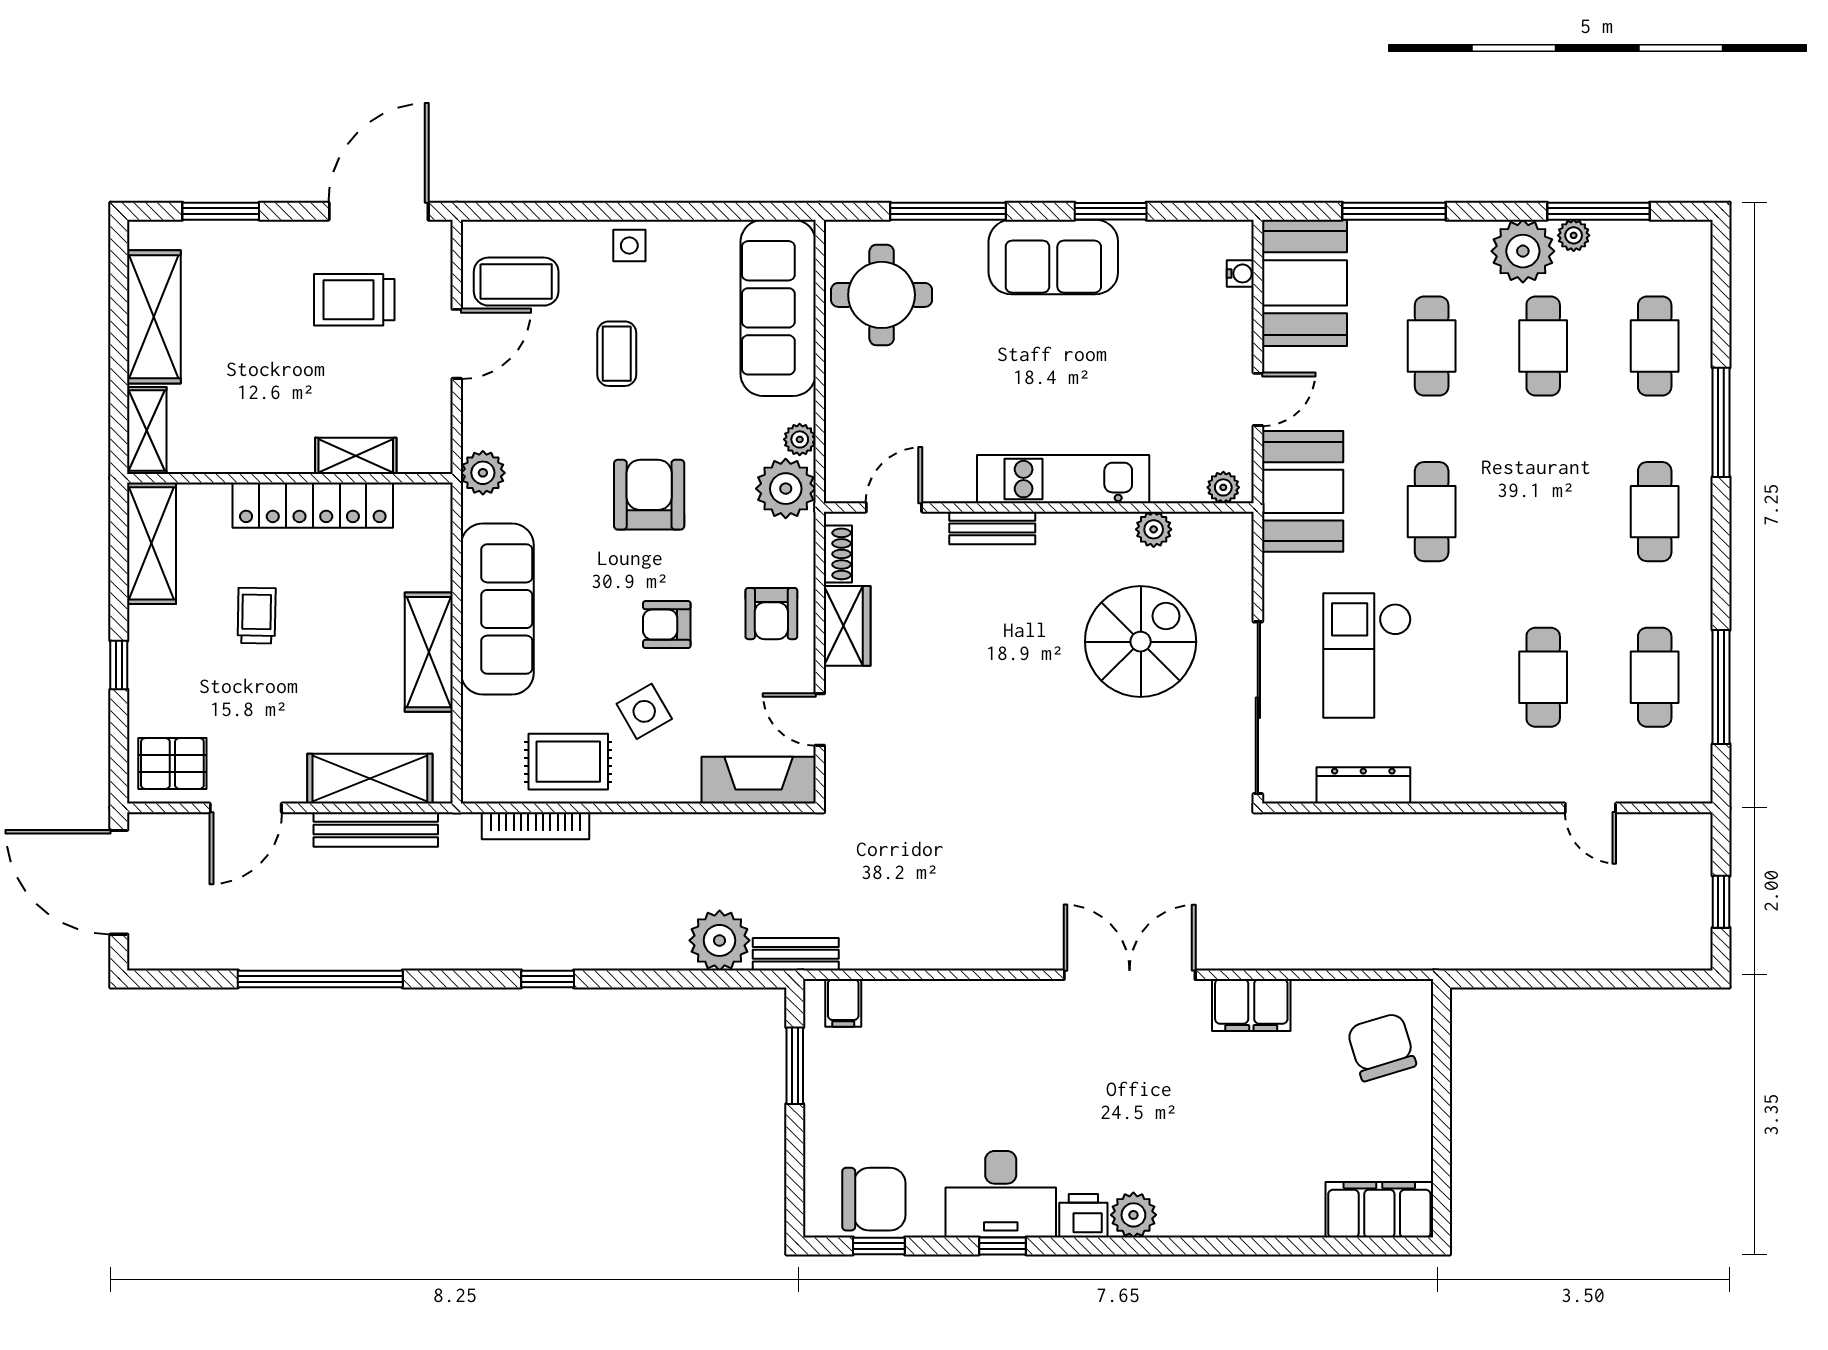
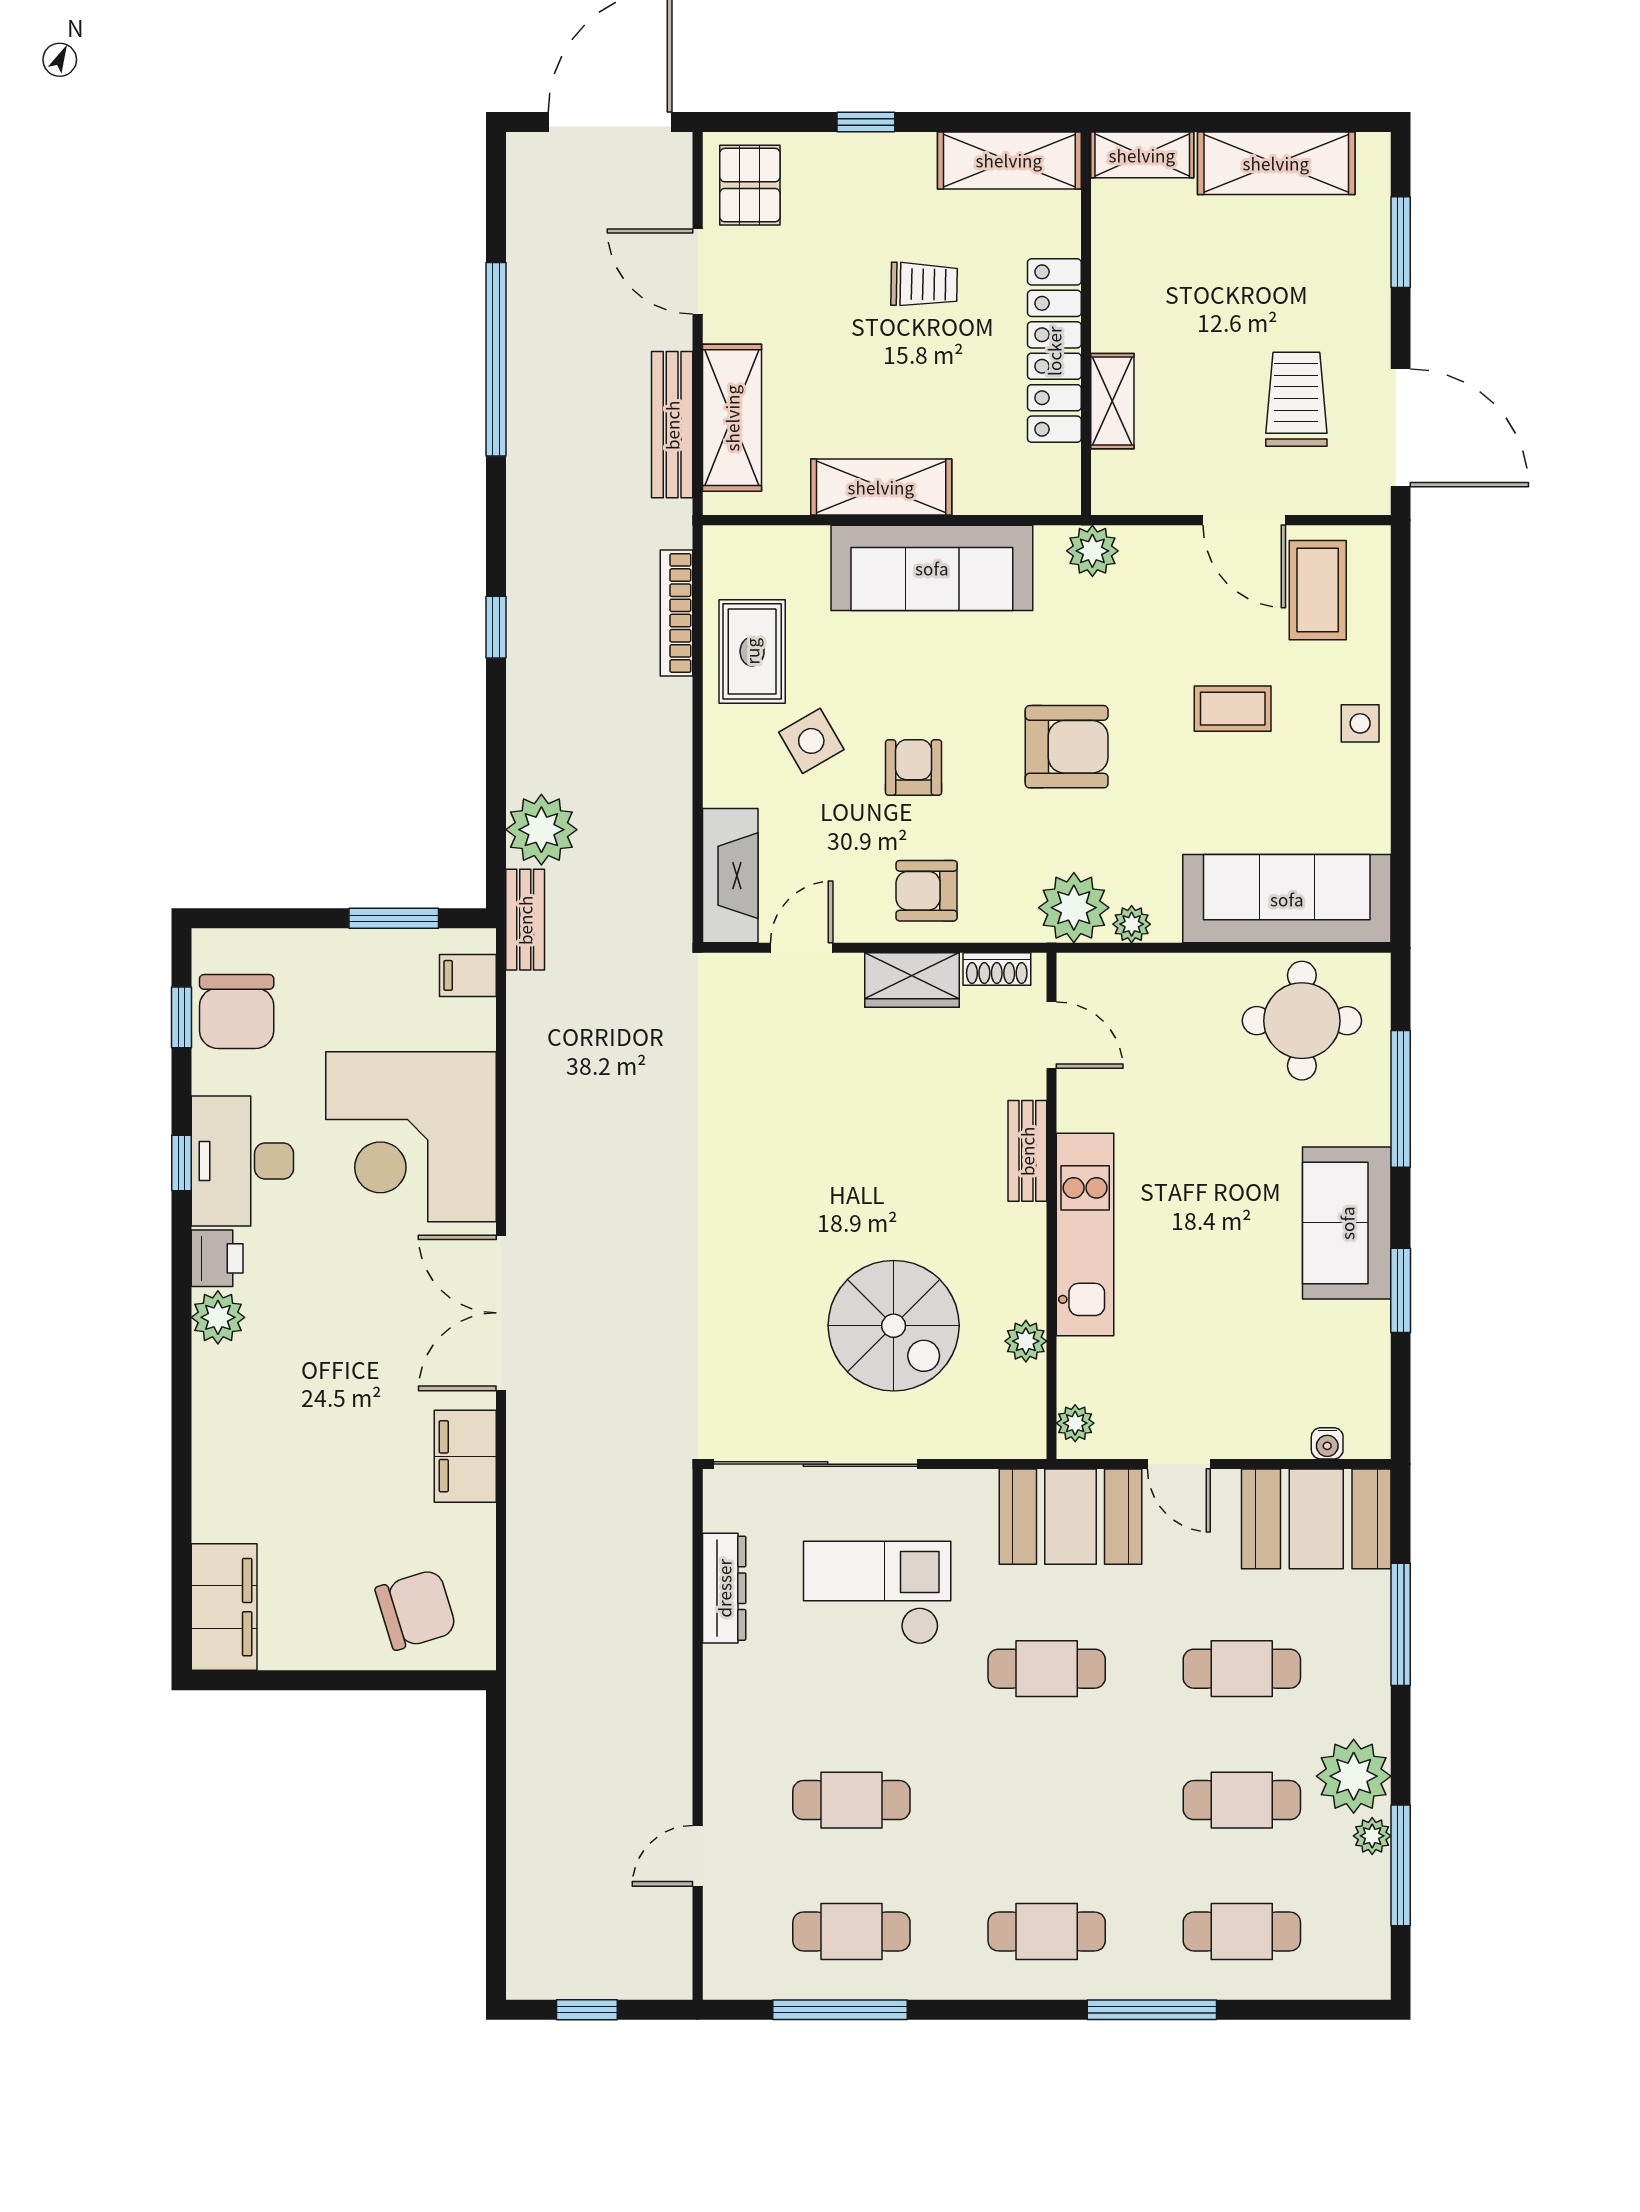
double door: (1130, 975) -> (501, 1313), swing flipped
corner desk: (980, 1051) -> (411, 1137), added

